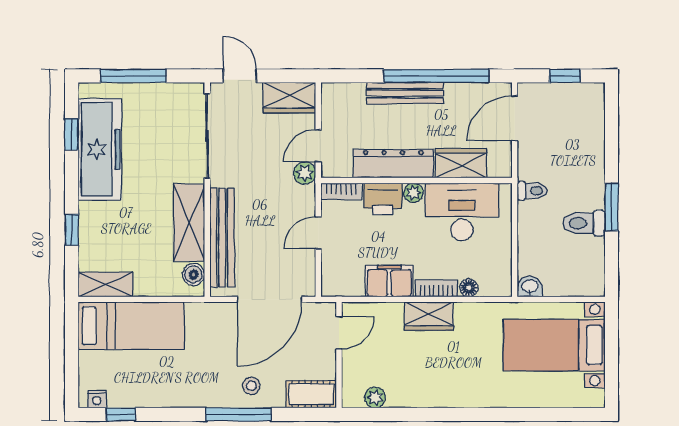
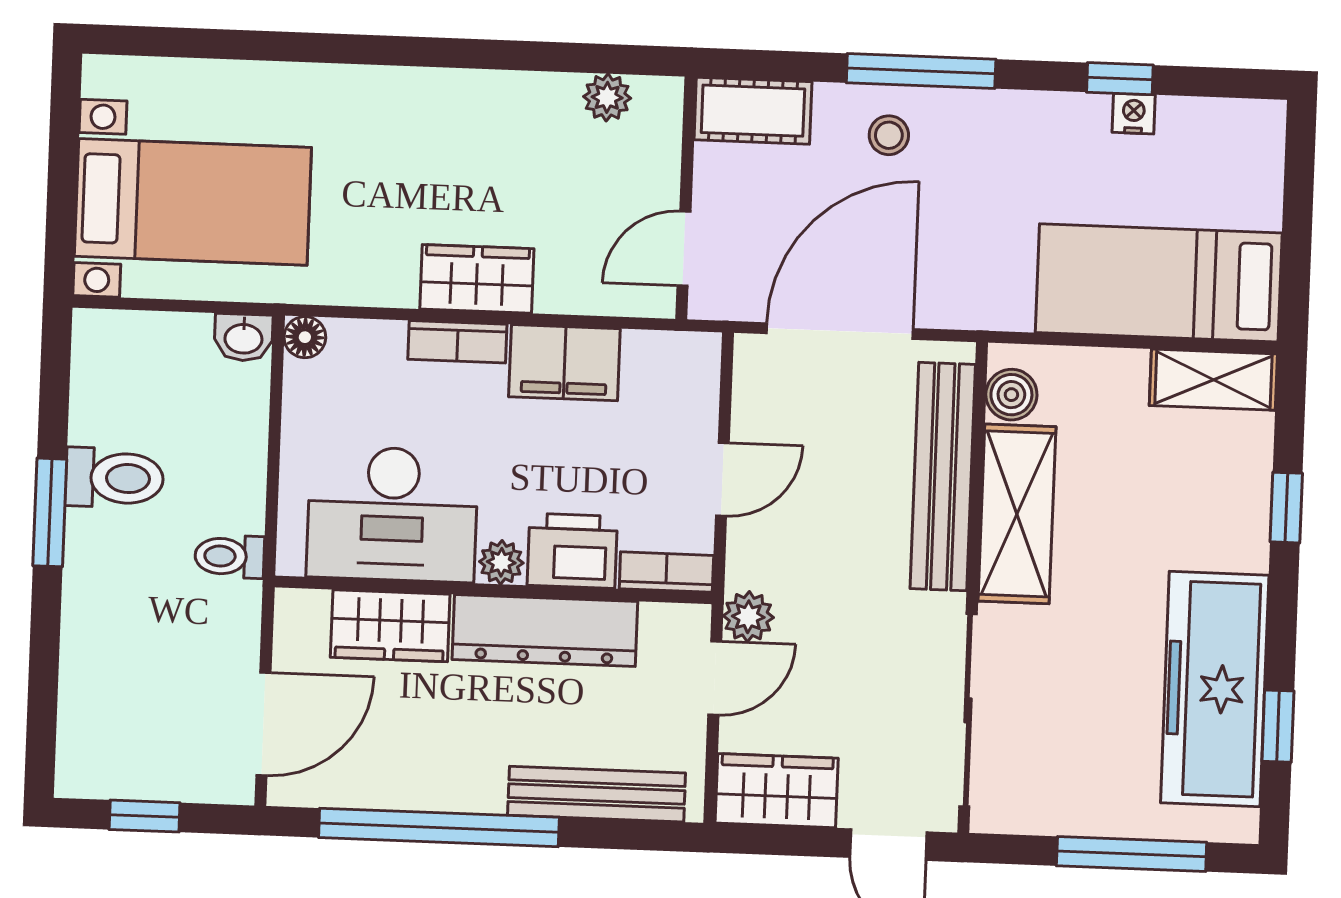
bench: (405, 93) -> (597, 794), moved
floor lamp: (469, 288) -> (305, 337), moved
nightstand: (97, 399) -> (1134, 114), moved
window: (121, 414) -> (1120, 79), moved

